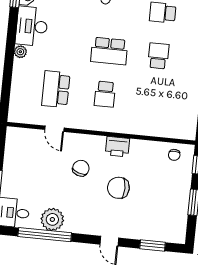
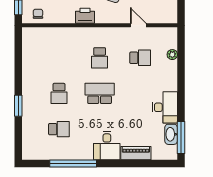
plant: (20, 52) -> (172, 55), moved
school desk: (56, 89) -> (140, 58), width x0.54
school desk: (105, 94) -> (100, 58), turned 180

